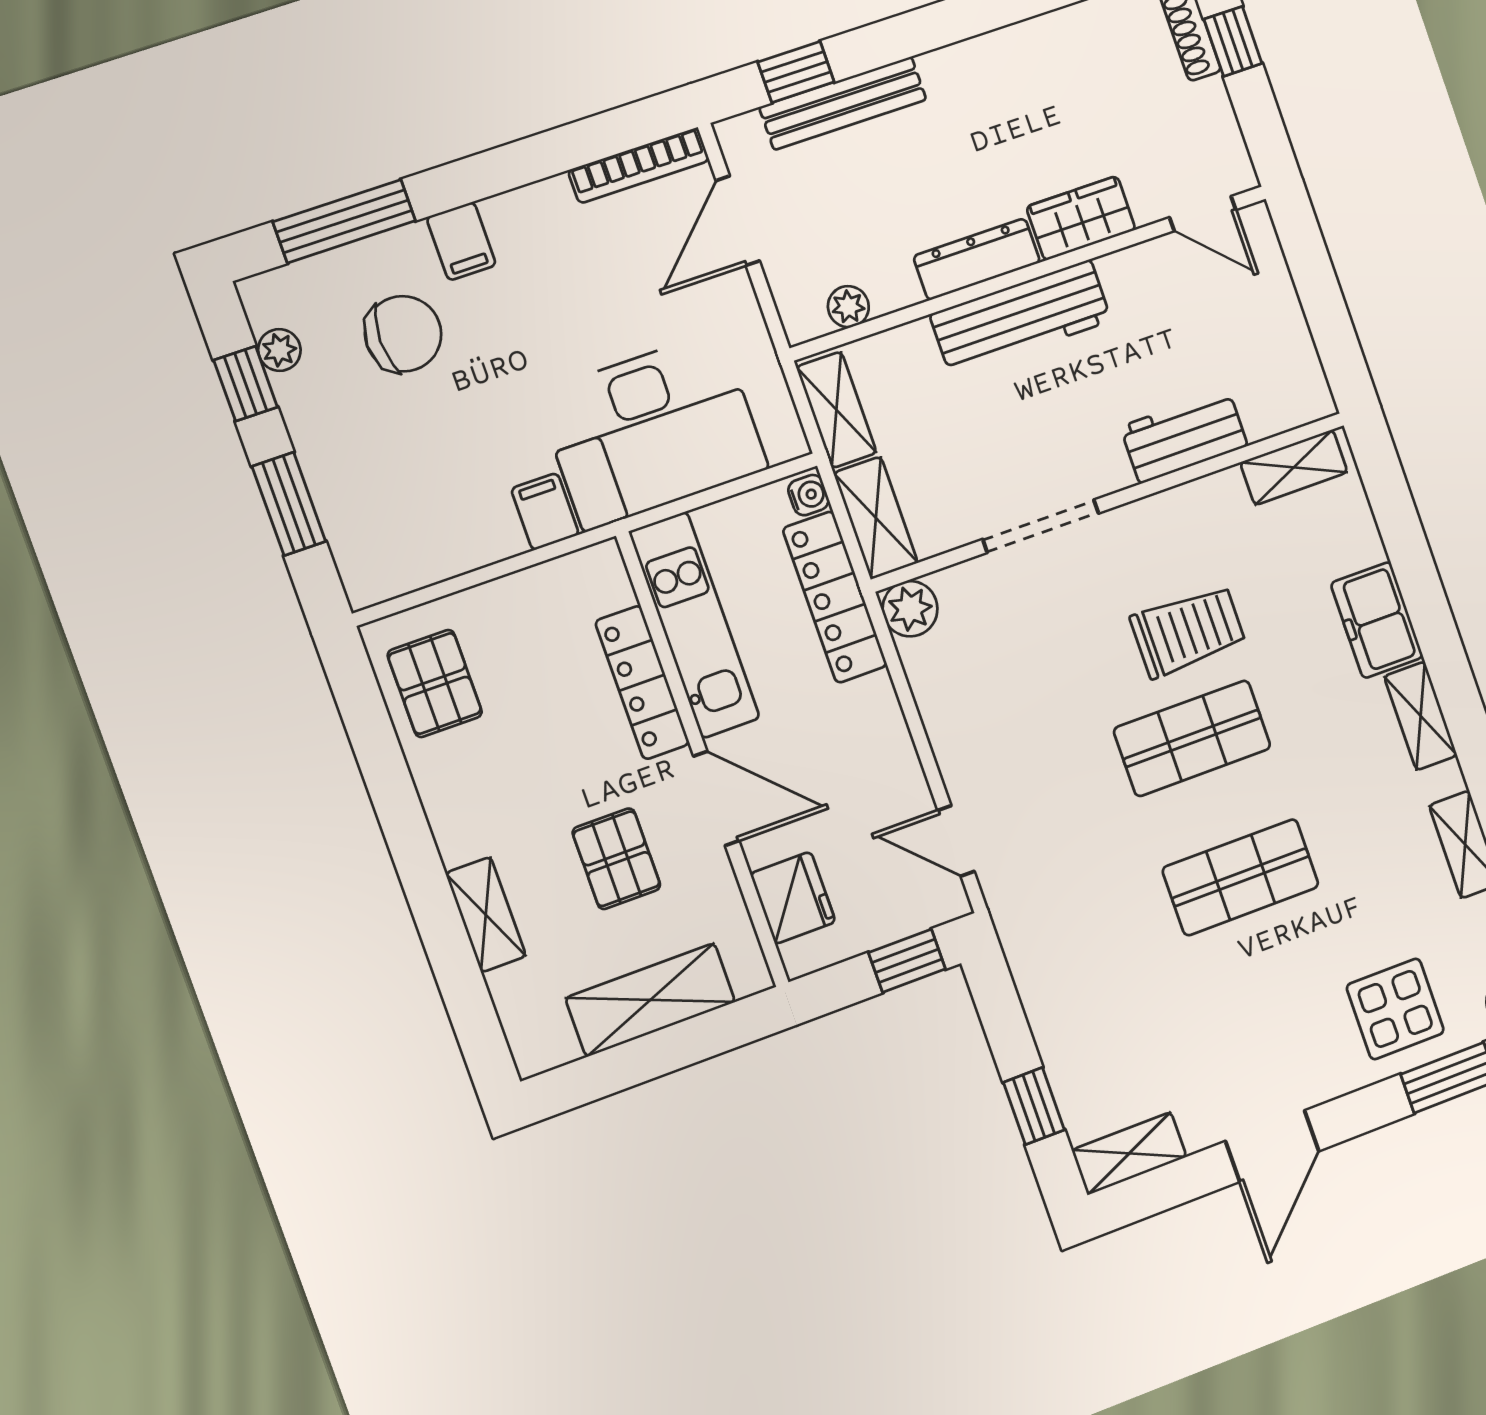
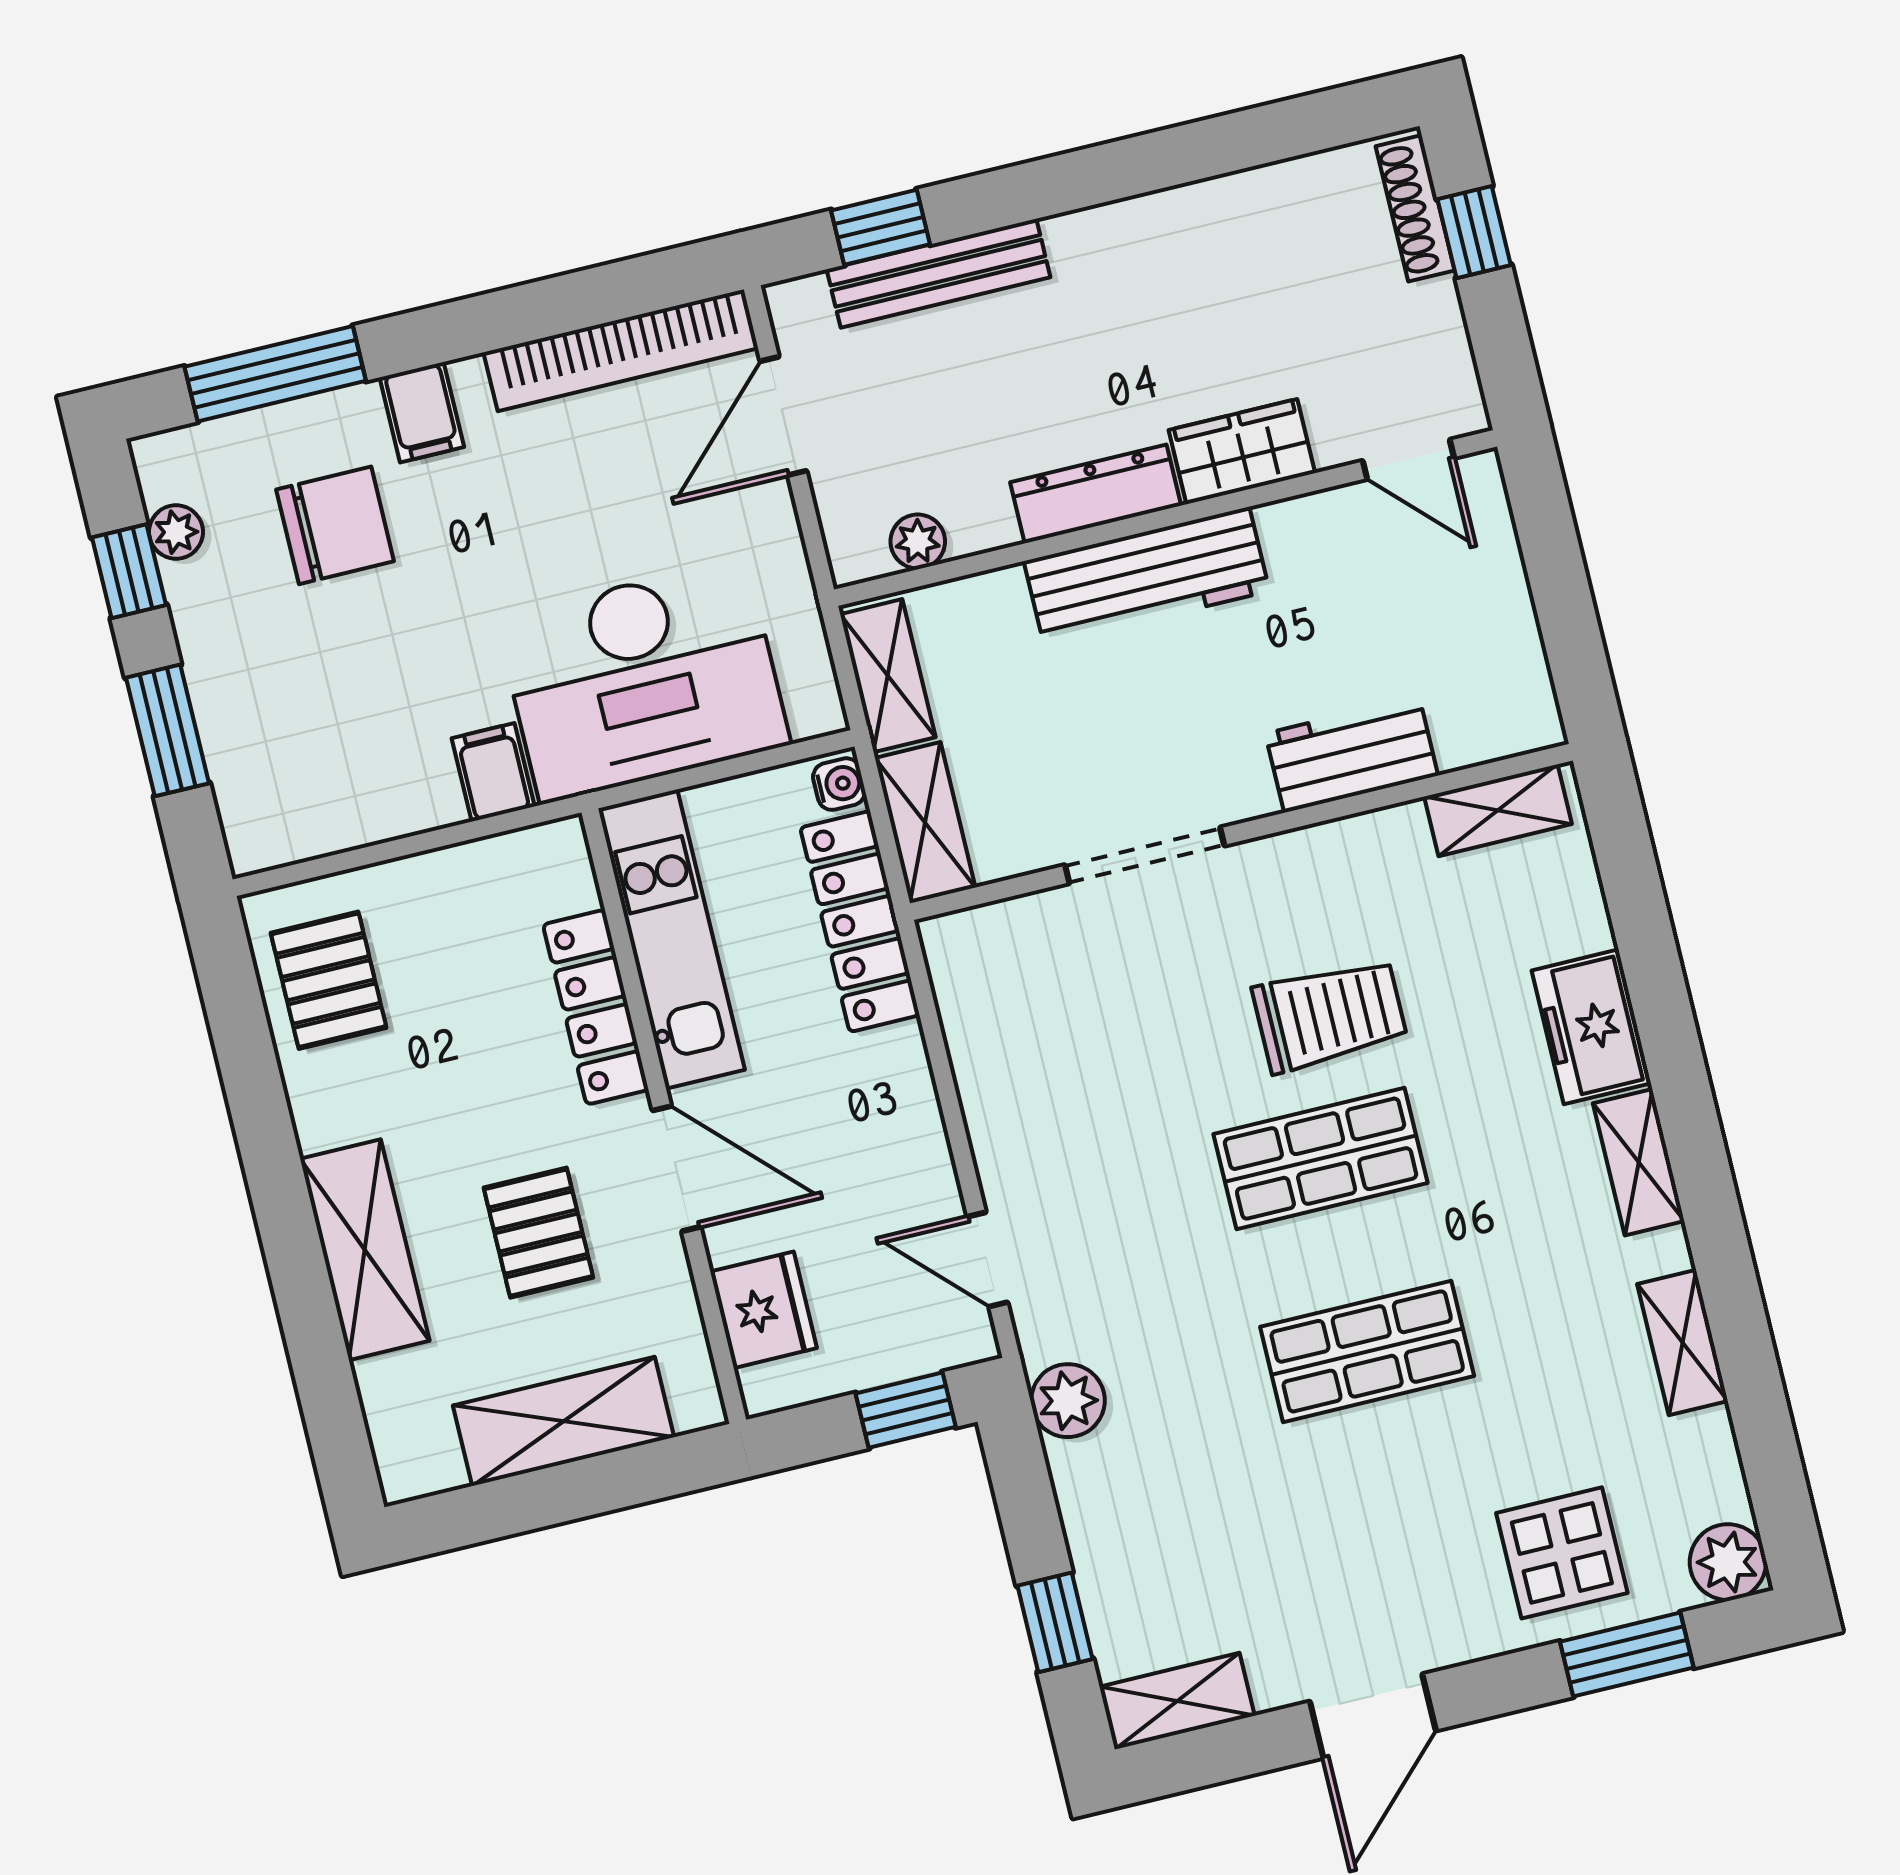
bookcase: (639, 165) -> (621, 350), width x1.48, depth x1.31
plant: (910, 609) -> (1068, 1401), moved
shelving: (486, 915) -> (365, 1250), width x1.50, depth x1.33

